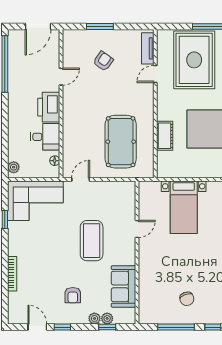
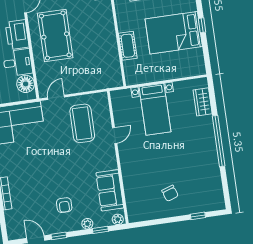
pool table: (121, 142) -> (55, 35), moved
floor lamp: (55, 161) -> (26, 84), width x1.89, depth x1.89
coffee table: (92, 241) -> (82, 123), moved
plant: (107, 318) -> (118, 219), moved
window: (176, 327) -> (164, 221), removed

